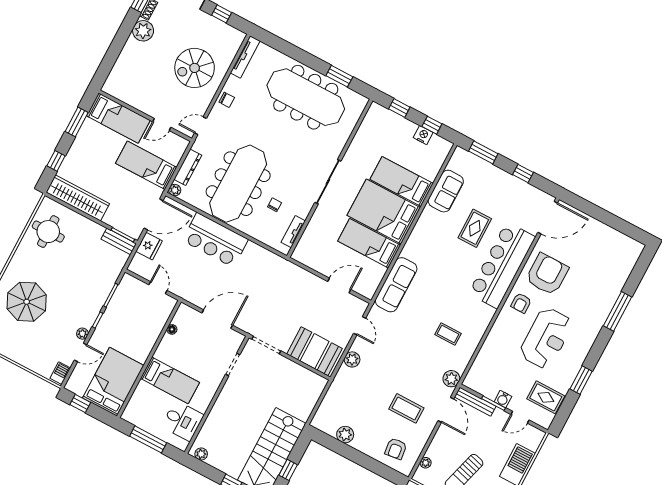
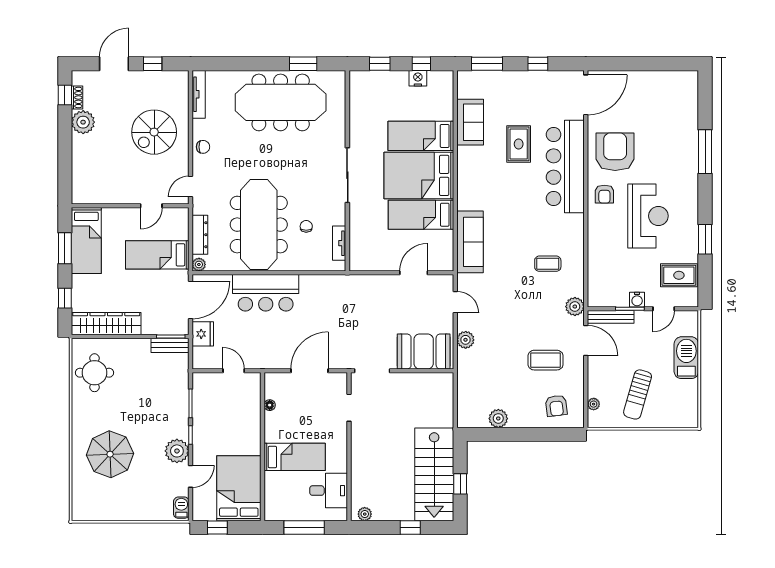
bed: (118, 118) -> (86, 241), moved, turned 90
plant: (82, 334) -> (177, 451), width x1.88, depth x1.88

